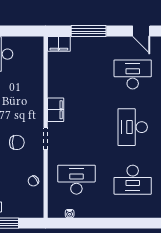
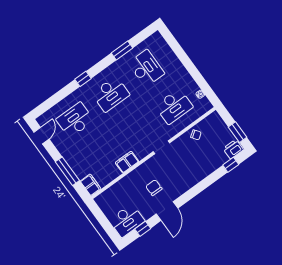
desk: (133, 74) -> (75, 120), turned 90
filing cabinet: (56, 110) -> (127, 162), moved
chair: (17, 142) -> (154, 188), moved
desk: (76, 180) -> (174, 106), turned -90

